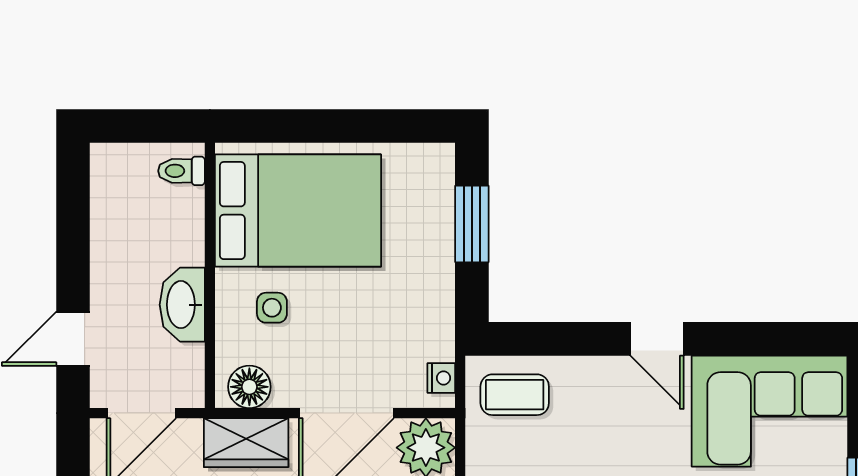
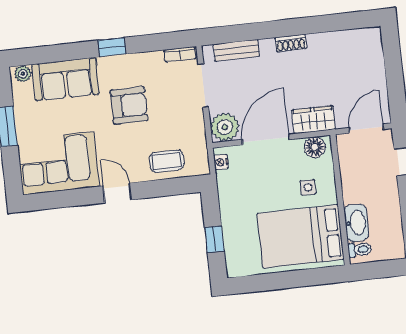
window: (472, 224) -> (214, 239), width x0.67
washbasin: (182, 305) -> (356, 223), moved
coffee table: (515, 395) -> (167, 161), moved

